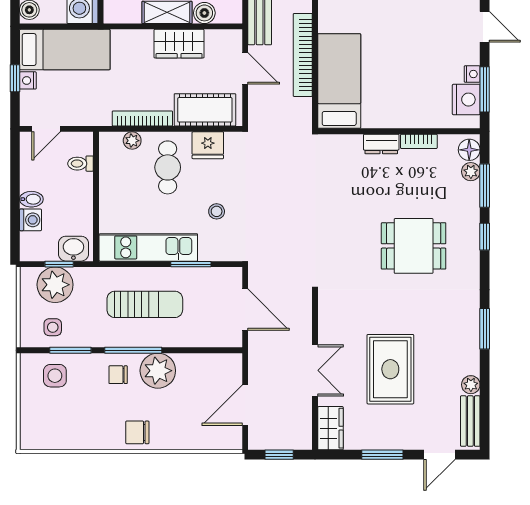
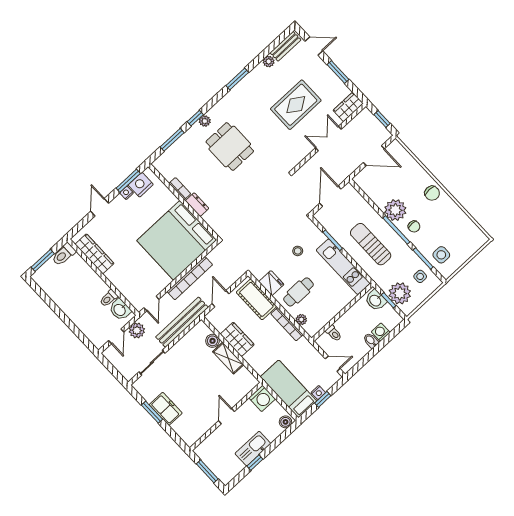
bed: (339, 81) -> (177, 240), width x2.04
floor lamp: (469, 150) -> (162, 162), removed
plant: (471, 172) -> (205, 121), moved

